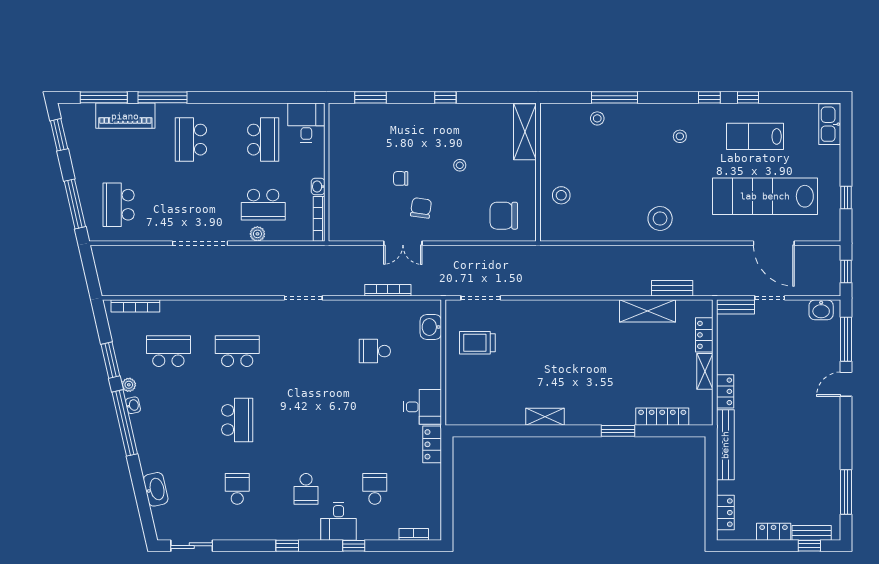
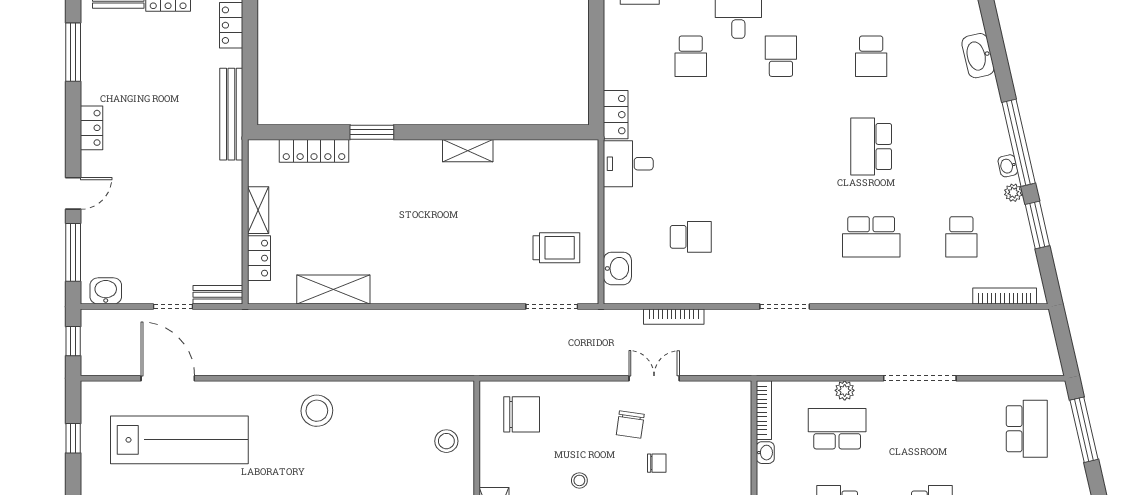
bench: (672, 288) -> (301, 319), removed
school desk: (168, 351) -> (961, 237), width x0.54
locker: (725, 391) -> (91, 128), moved, turned 180

